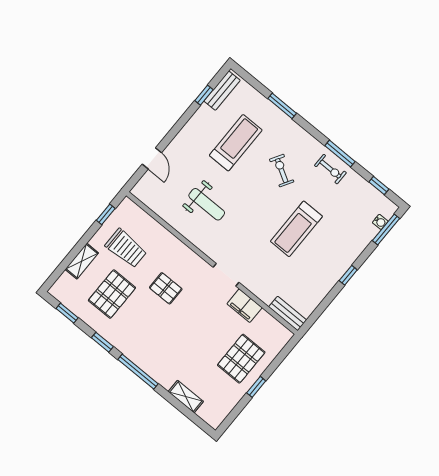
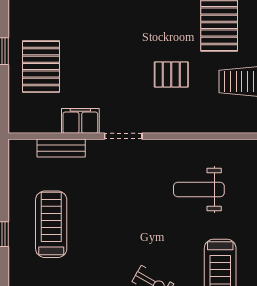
treadmill: (296, 229) -> (51, 224), moved
bench: (288, 313) -> (61, 148), moved

